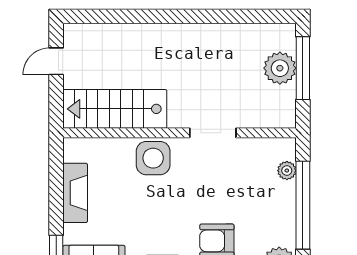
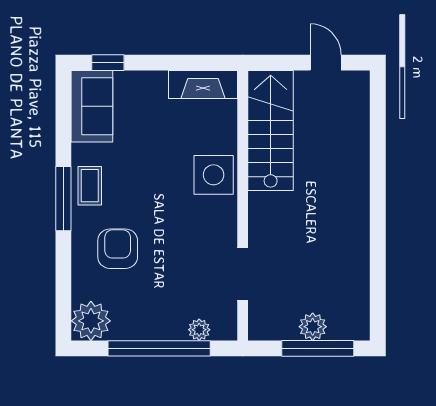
plant: (280, 68) -> (313, 327), width x0.73, depth x0.73
doorway: (213, 133) -> (243, 274), moved
fireplace: (75, 193) -> (203, 85), moved

